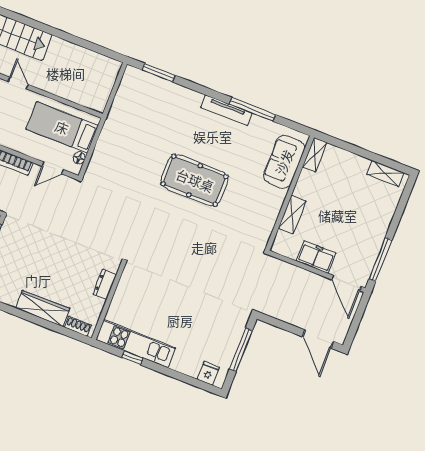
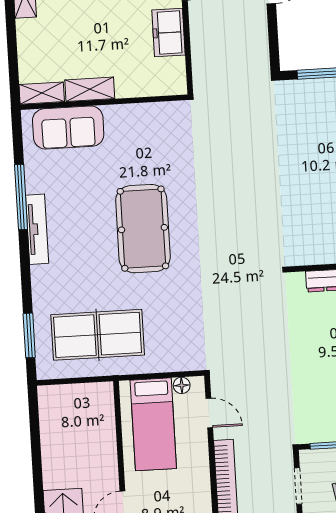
table tennis table: (138, 118) -> (98, 335), added
shelving: (292, 215) -> (90, 89), moved

